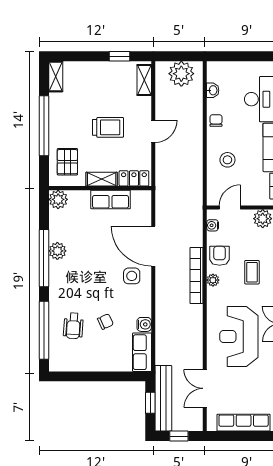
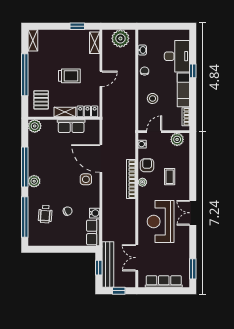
plant: (57, 251) -> (34, 181), moved

